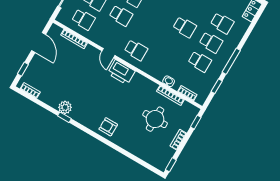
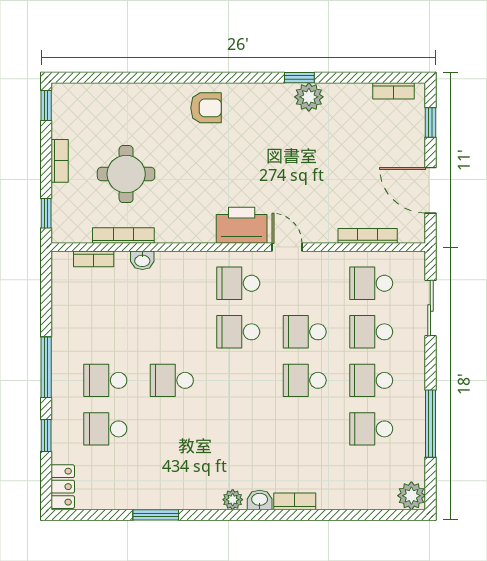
school desk: (200, 62) -> (238, 332), moved
window: (217, 86) -> (46, 435), moved

